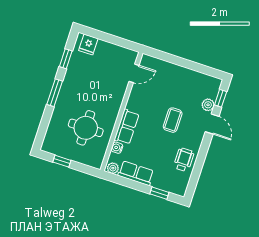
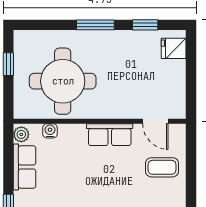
coffee table: (173, 120) -> (162, 167), moved
row of seats: (127, 127) -> (110, 135), moved
round table: (86, 128) -> (63, 81), width x1.36, depth x1.36

